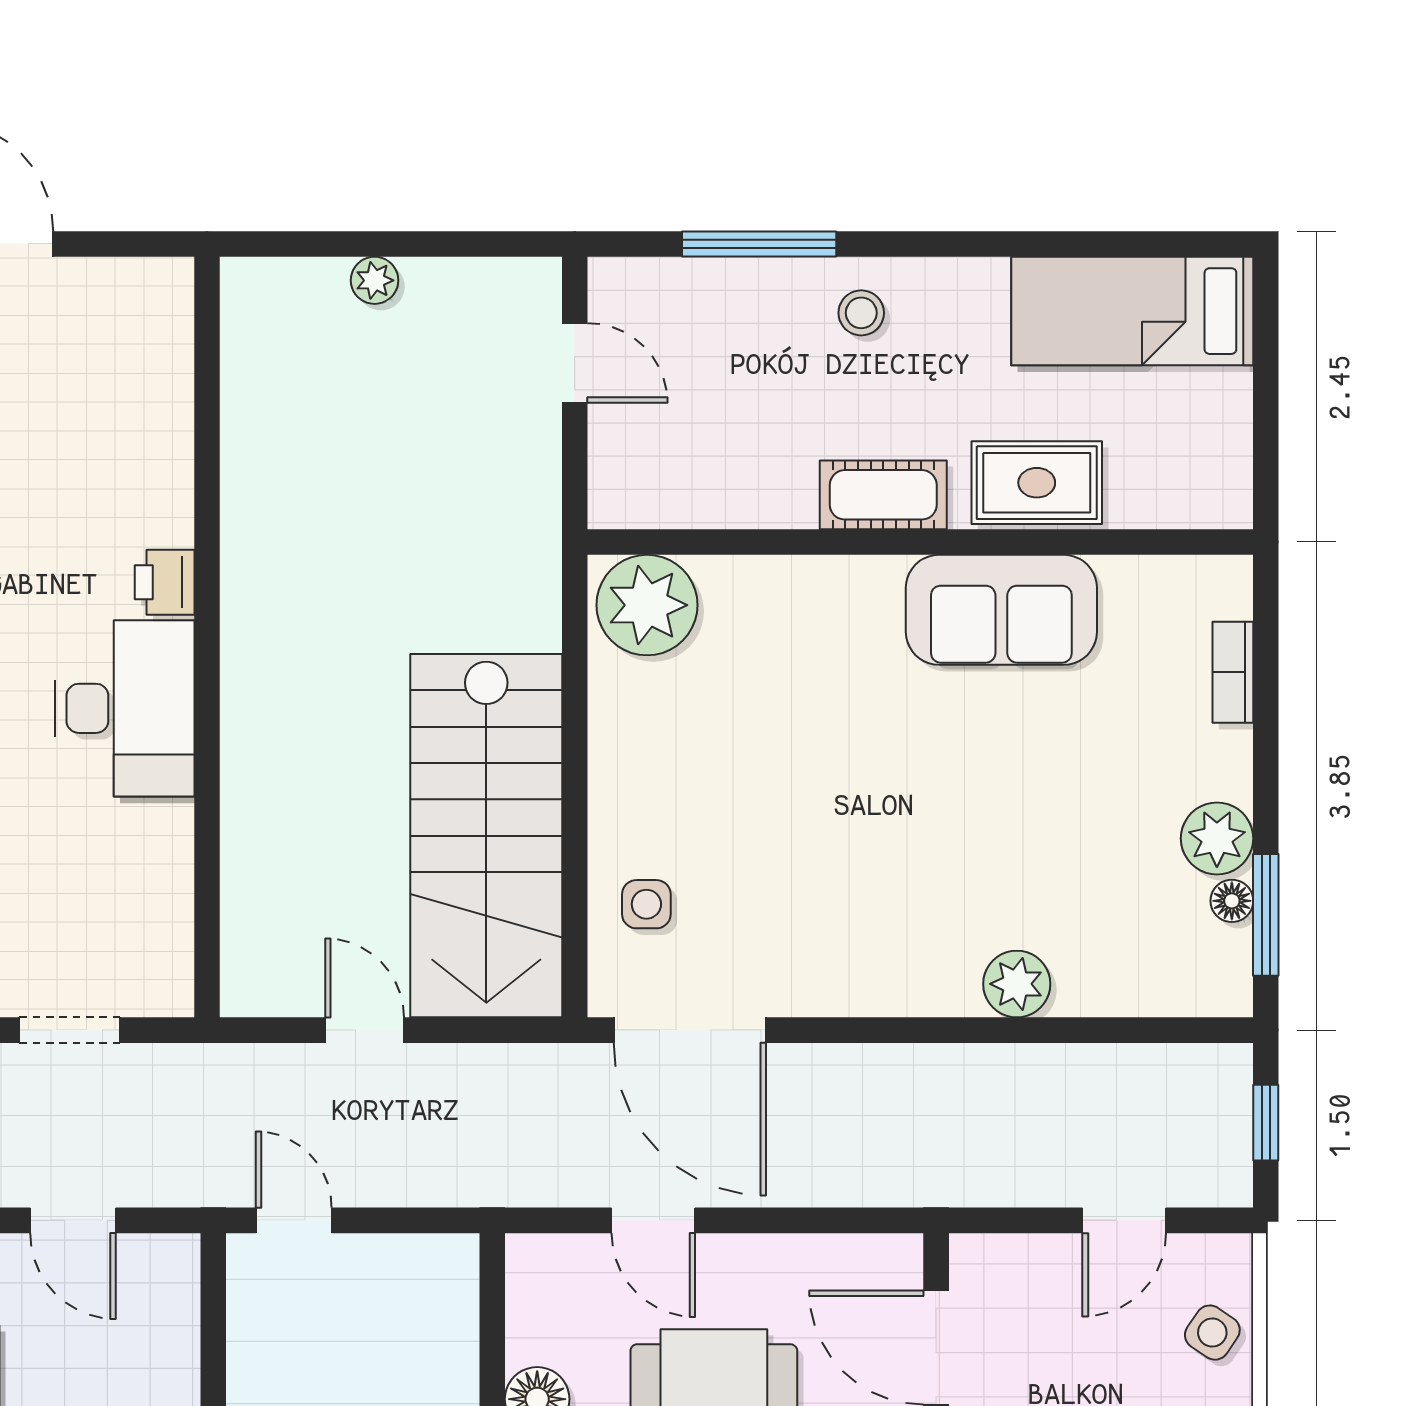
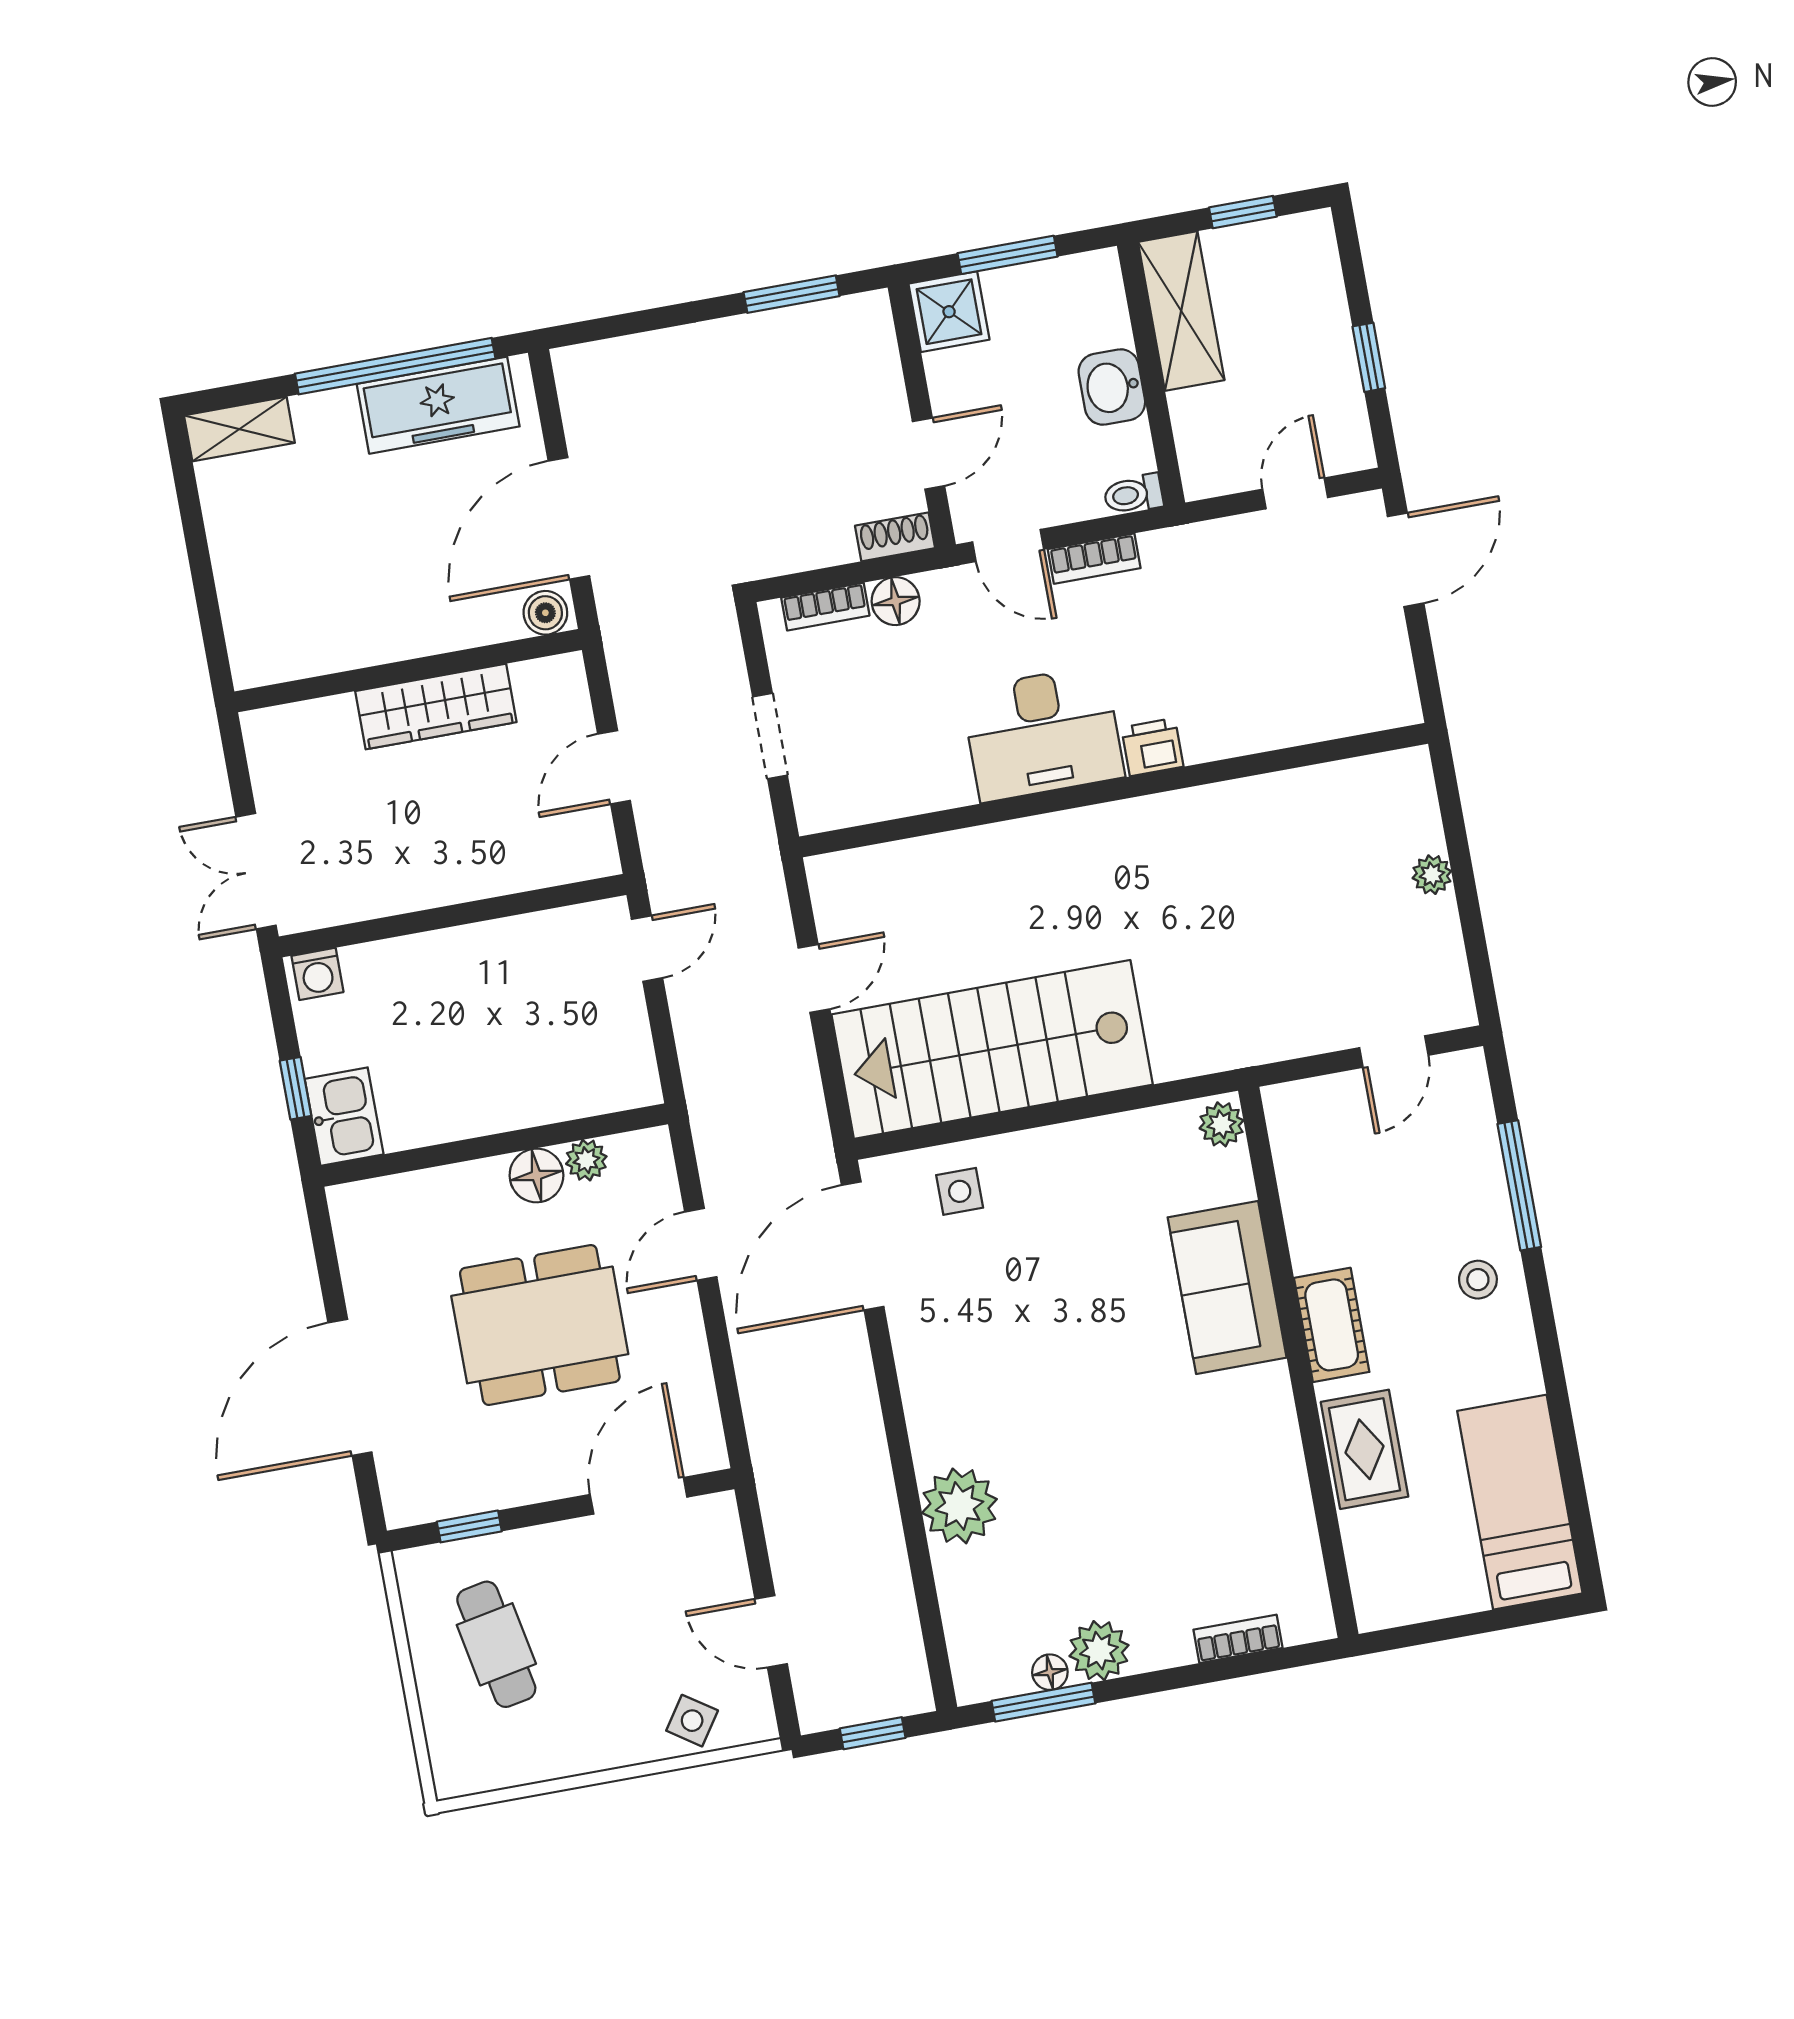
plant: (647, 605) -> (1222, 1124), width x0.53, depth x0.53
sofa: (1001, 610) -> (1227, 1287), moved
plant: (1017, 984) -> (959, 1506), width x1.36, depth x1.36
plant: (530, 1337) -> (586, 1160), added

